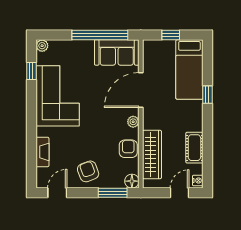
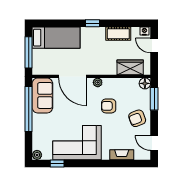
window: (171, 35) -> (29, 52), width x2.17
window: (207, 95) -> (93, 23), moved
armchair: (128, 149) -> (109, 106), moved
wardrobe: (152, 155) -> (130, 67), width x0.67

